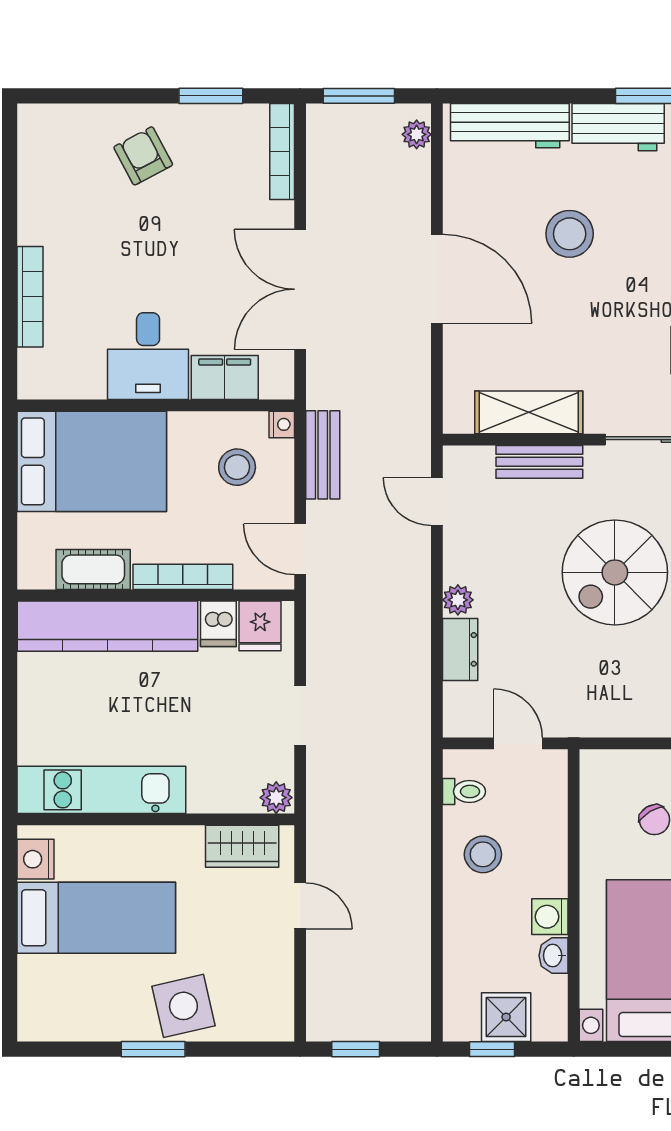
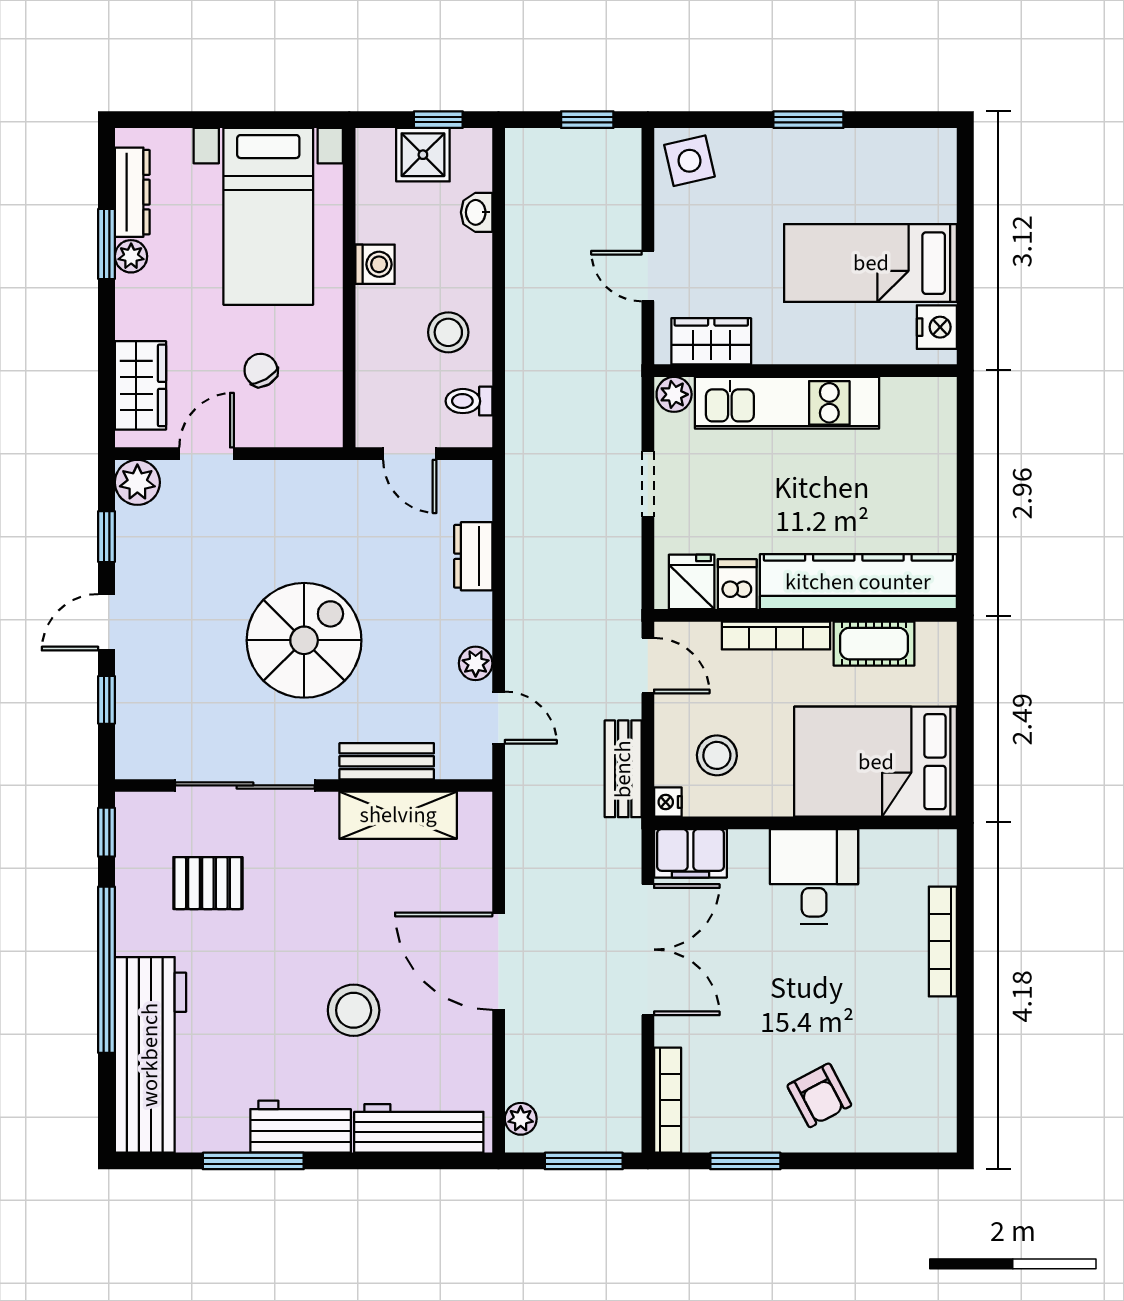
filing cabinet: (225, 377) -> (690, 853), moved
plant: (458, 600) -> (476, 663), moved
kitchen unit: (101, 790) -> (787, 403), moved
washbasin: (554, 956) -> (477, 212), moved, turned 180
side table: (183, 1006) -> (689, 161), moved, width x0.73, depth x0.73

